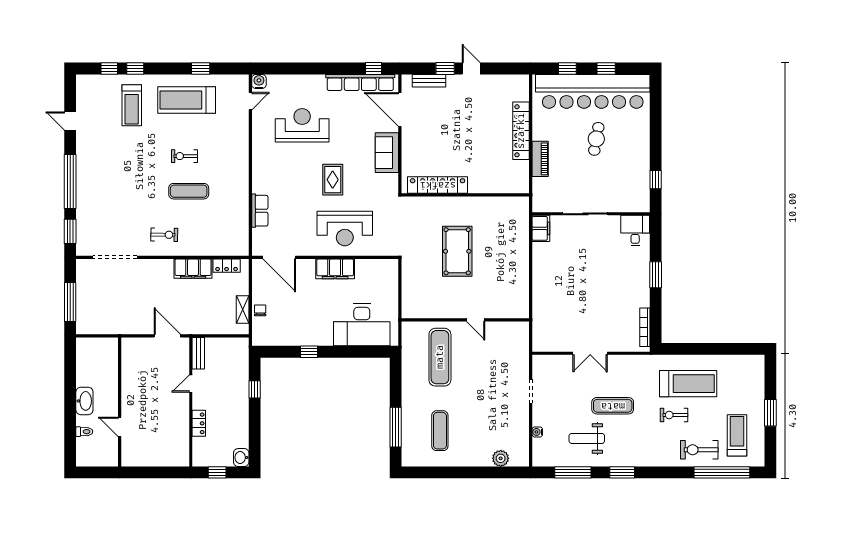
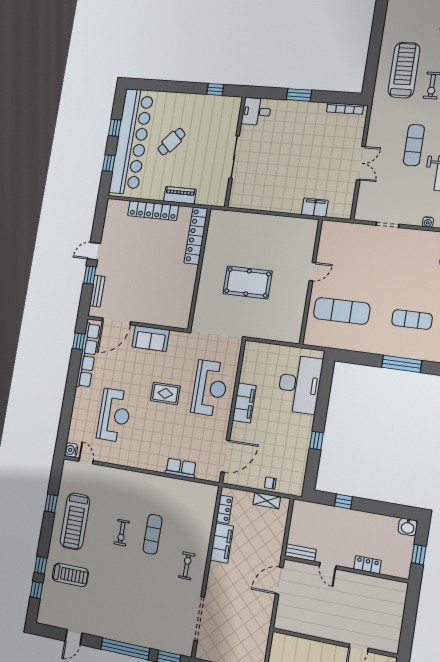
reception desk: (302, 125) -> (114, 415), turned 180
cafe table: (596, 139) -> (172, 142), turned -58
locker: (438, 185) -> (196, 236), moved
filing cabinet: (541, 228) -> (315, 207), moved

